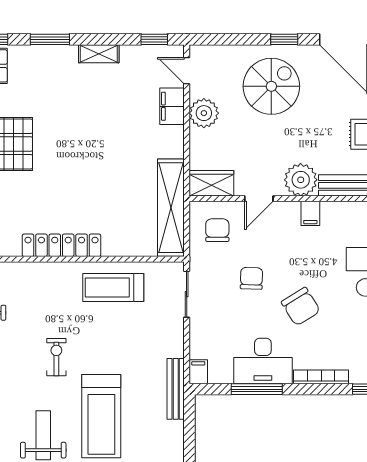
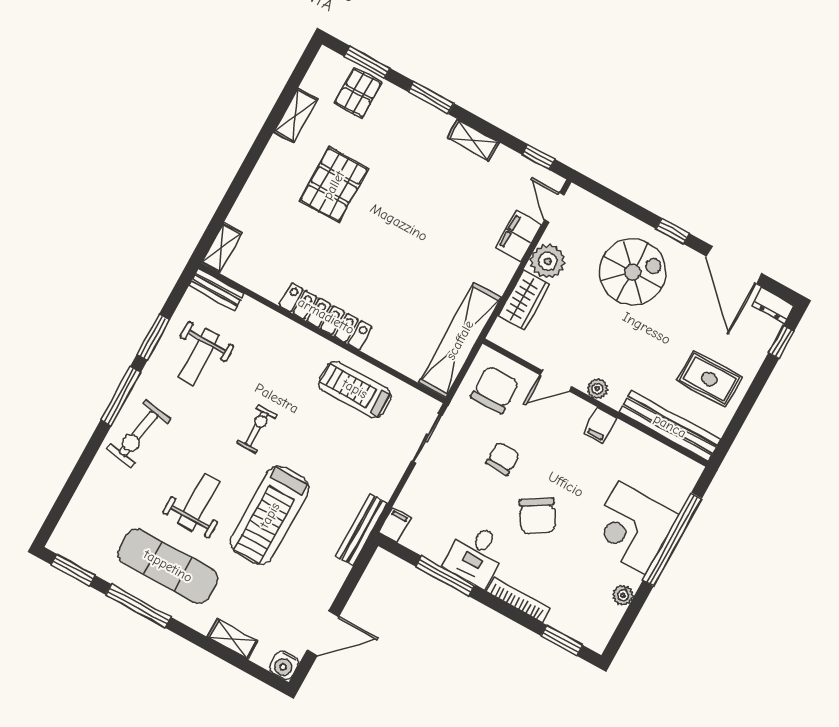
plant: (301, 180) -> (597, 389), width x0.53, depth x0.53
wardrobe: (211, 183) -> (524, 300), moved, turned 90
chair: (217, 230) -> (495, 390), width x1.37, depth x1.37
desk: (263, 361) -> (476, 555), width x0.73

